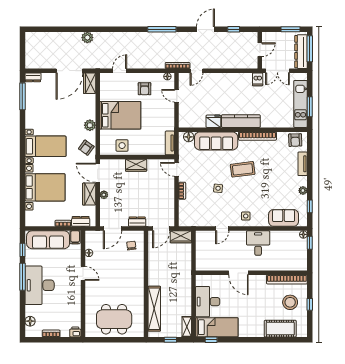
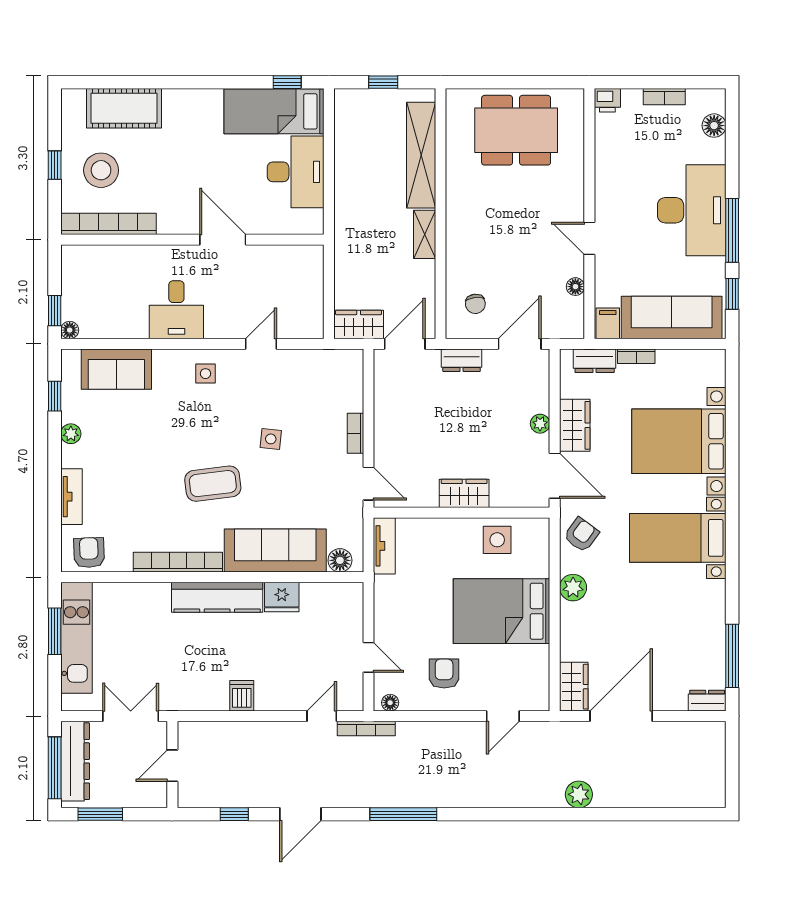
dishwasher: (258, 79) -> (242, 696), moved
shelving: (187, 327) -> (425, 234), moved

